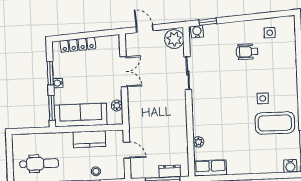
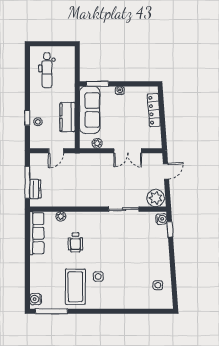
wheelchair: (247, 52) -> (75, 242), moved, turned 180
window: (50, 73) -> (129, 84), removed
row of seats: (210, 168) -> (37, 233), width x1.48

